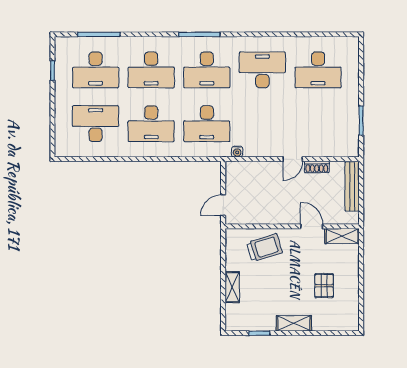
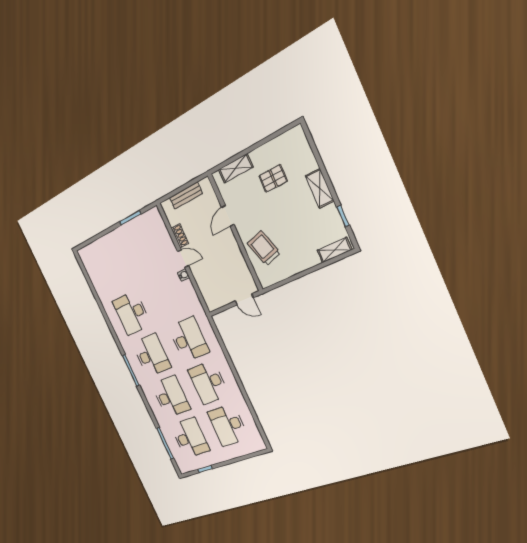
desk: (318, 70) -> (112, 271), removed
desk: (151, 124) -> (208, 383), turned 180
water cooler: (237, 152) -> (184, 275), moved
bench: (352, 186) -> (186, 196), width x0.73
shelving: (342, 236) -> (236, 168), moved, turned 90
shelving: (232, 287) -> (334, 250), moved

